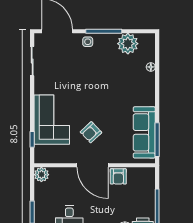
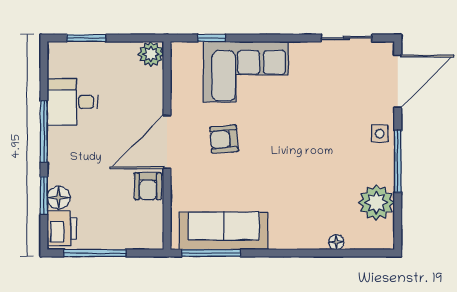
armchair: (91, 132) -> (224, 139), turned -51
armchair: (118, 176) -> (148, 186), turned -90

